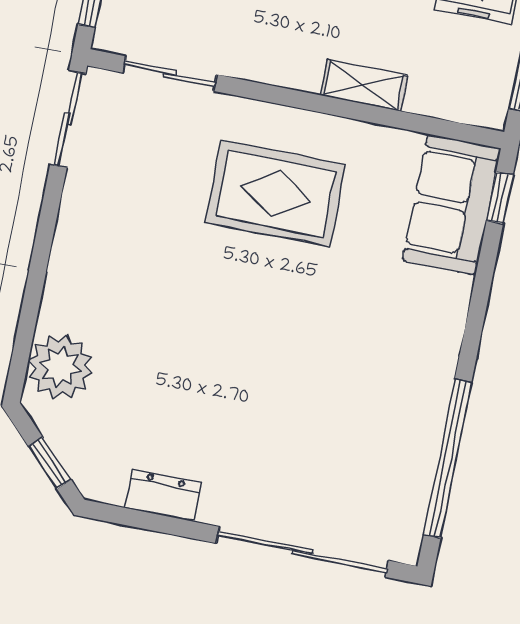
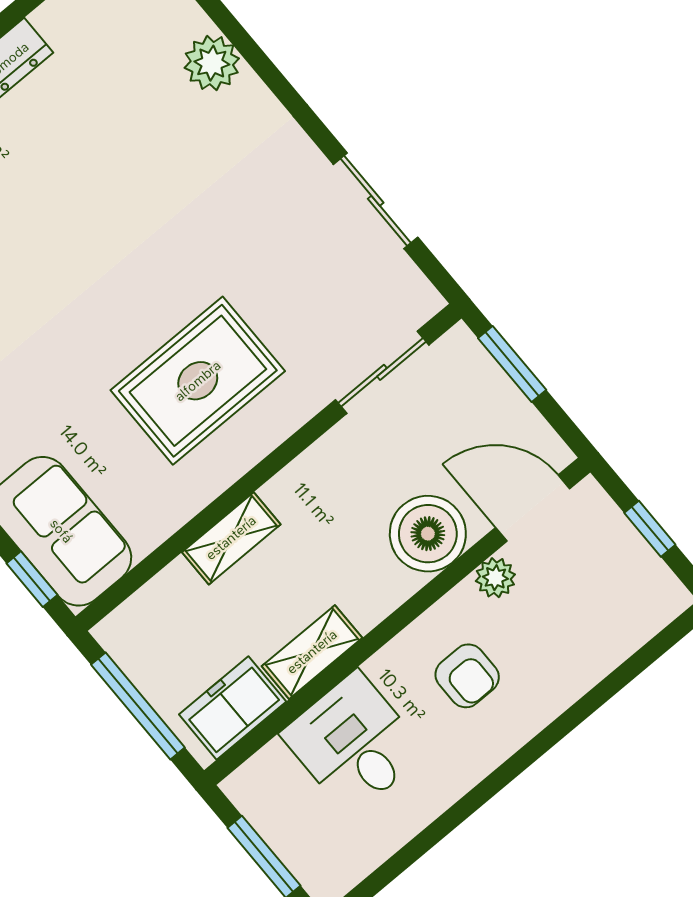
sliding door: (68, 119) -> (376, 201), moved
plant: (60, 367) -> (212, 63), width x0.73, depth x0.73

